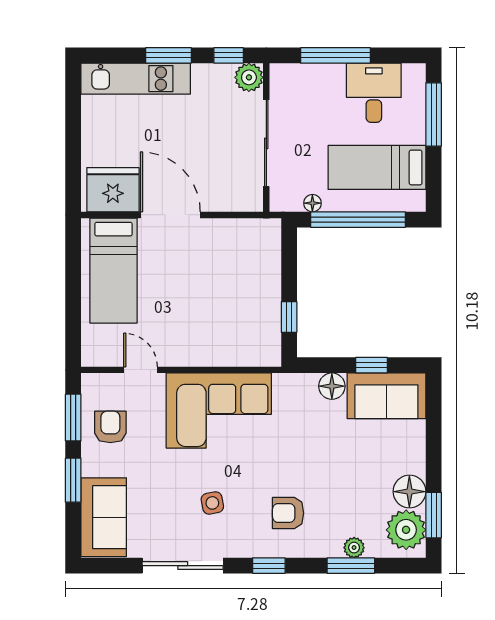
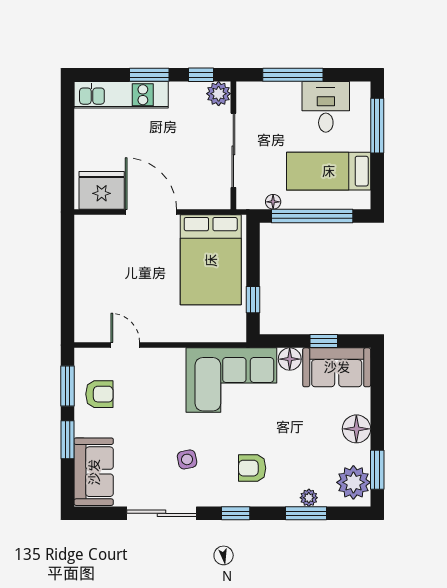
bed: (113, 271) -> (211, 260), moved, width x1.50
corner sofa: (219, 411) -> (231, 380), moved
armchair: (110, 427) -> (99, 394), turned 90
floor lamp: (409, 492) -> (356, 429), moved

